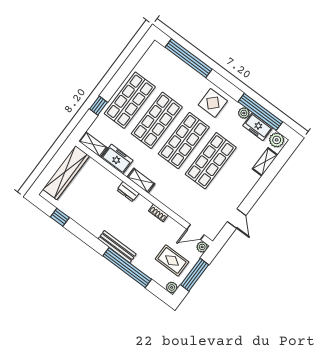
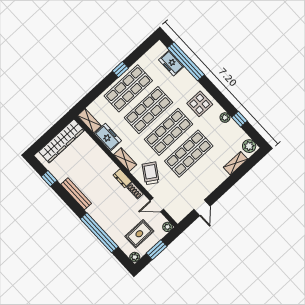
window: (98, 106) -> (120, 70), moved
window: (260, 112) -> (239, 119), width x0.32
freezer: (258, 127) -> (171, 63), moved
trolley: (172, 191) -> (151, 173), added
dresser: (128, 192) -> (122, 178), moved
door: (196, 232) -> (157, 205), moved
bench: (117, 247) -> (76, 194), moved
rug: (172, 260) -> (139, 234), turned 90
window: (195, 275) -> (157, 250), width x0.69

